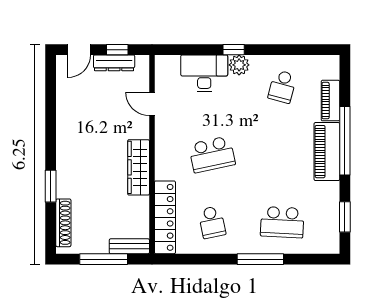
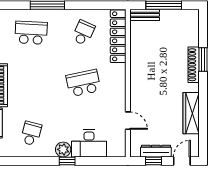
wardrobe: (139, 167) -> (191, 113), moved, turned 180
school desk: (212, 222) -> (83, 33), turned 36
shoe rack: (63, 223) -> (194, 65), moved

